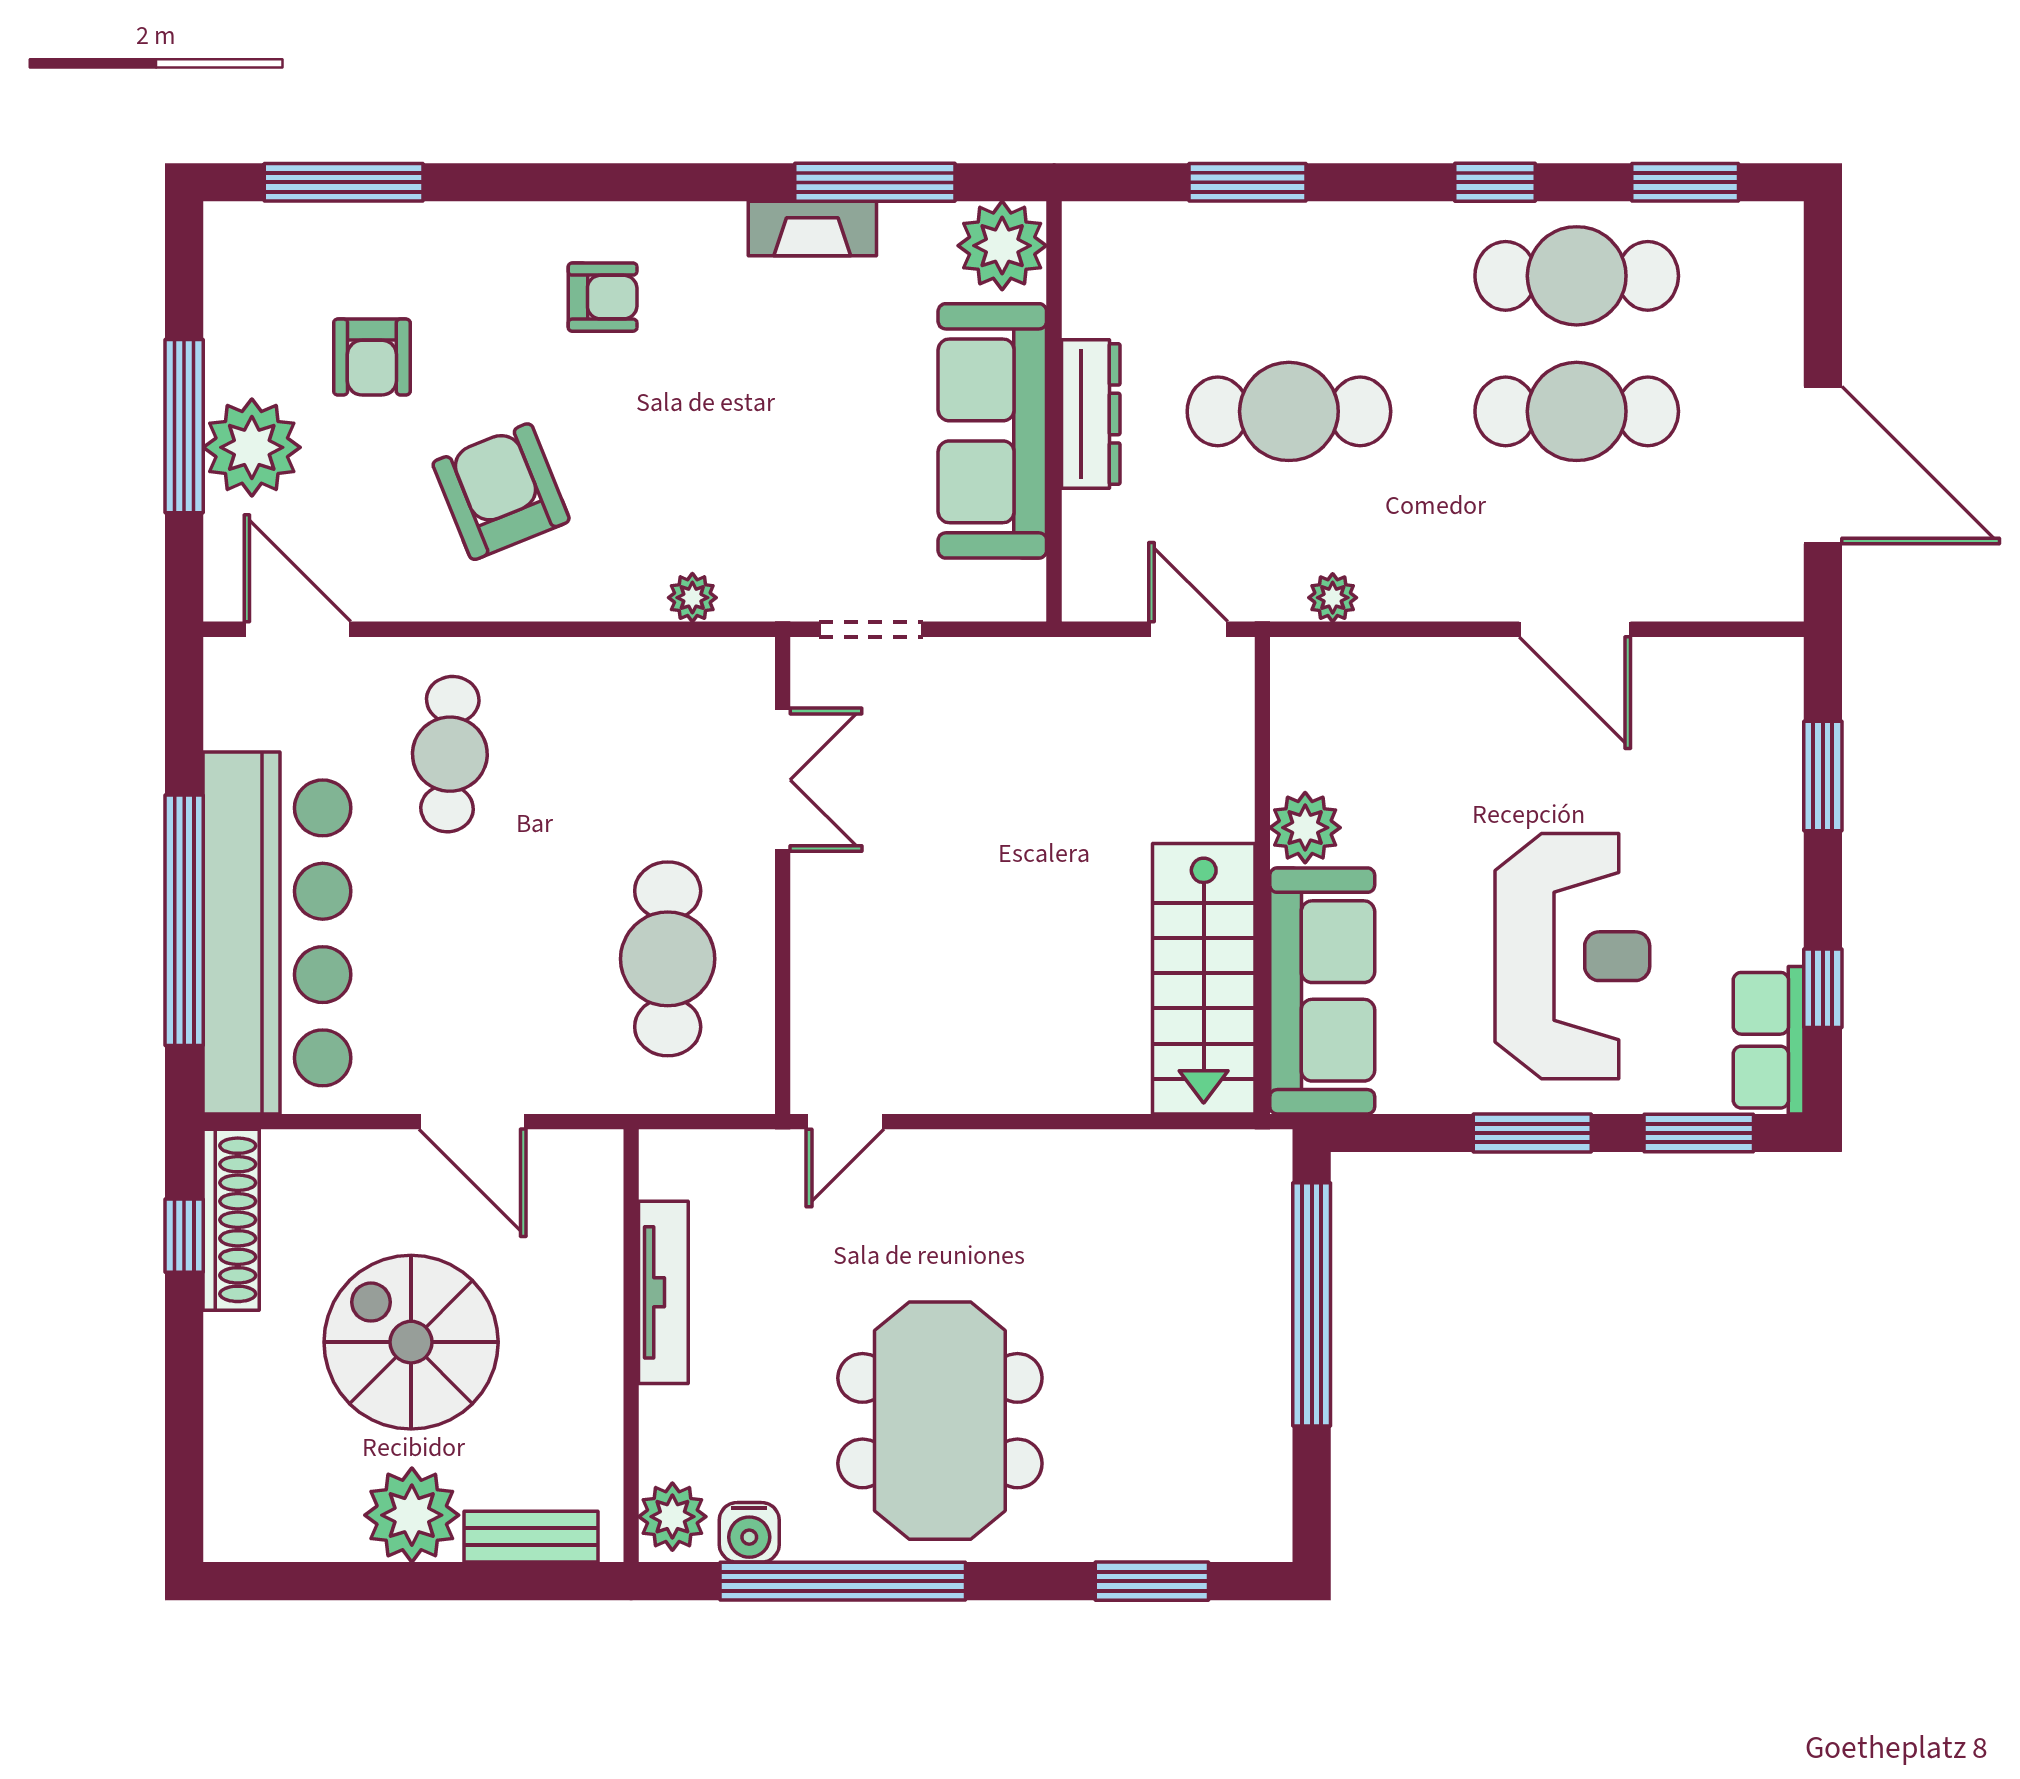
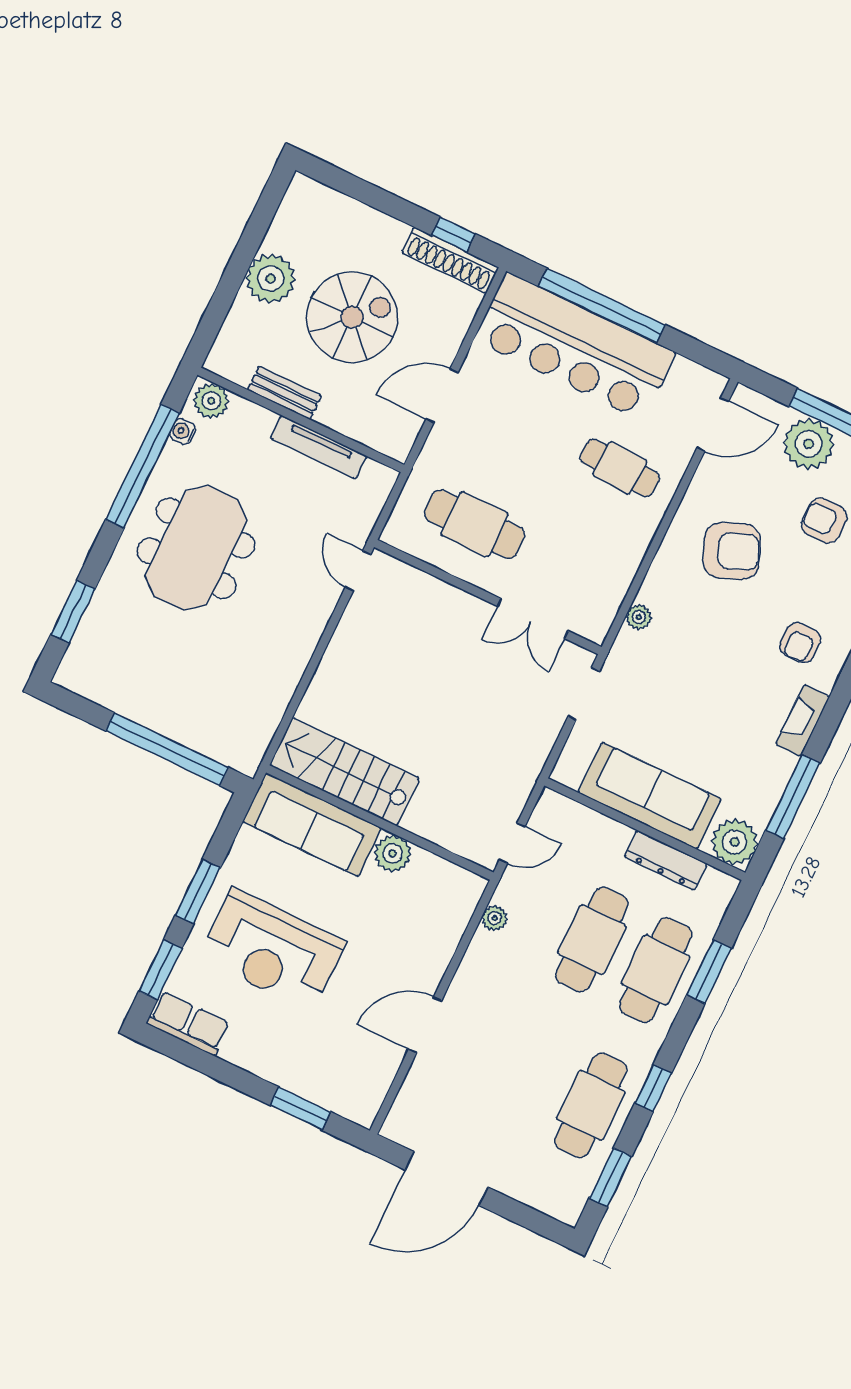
fireplace: (812, 229) -> (803, 720), moved
cafe table: (1577, 411) -> (656, 970), moved
dresser: (1091, 414) -> (665, 860), moved
window: (1823, 988) -> (201, 1061), removed
meeting table: (940, 1421) -> (196, 548), turned 90
water cooler: (749, 1532) -> (183, 431), width x0.72, depth x0.72
bench: (531, 1537) -> (285, 393), moved, turned 90

